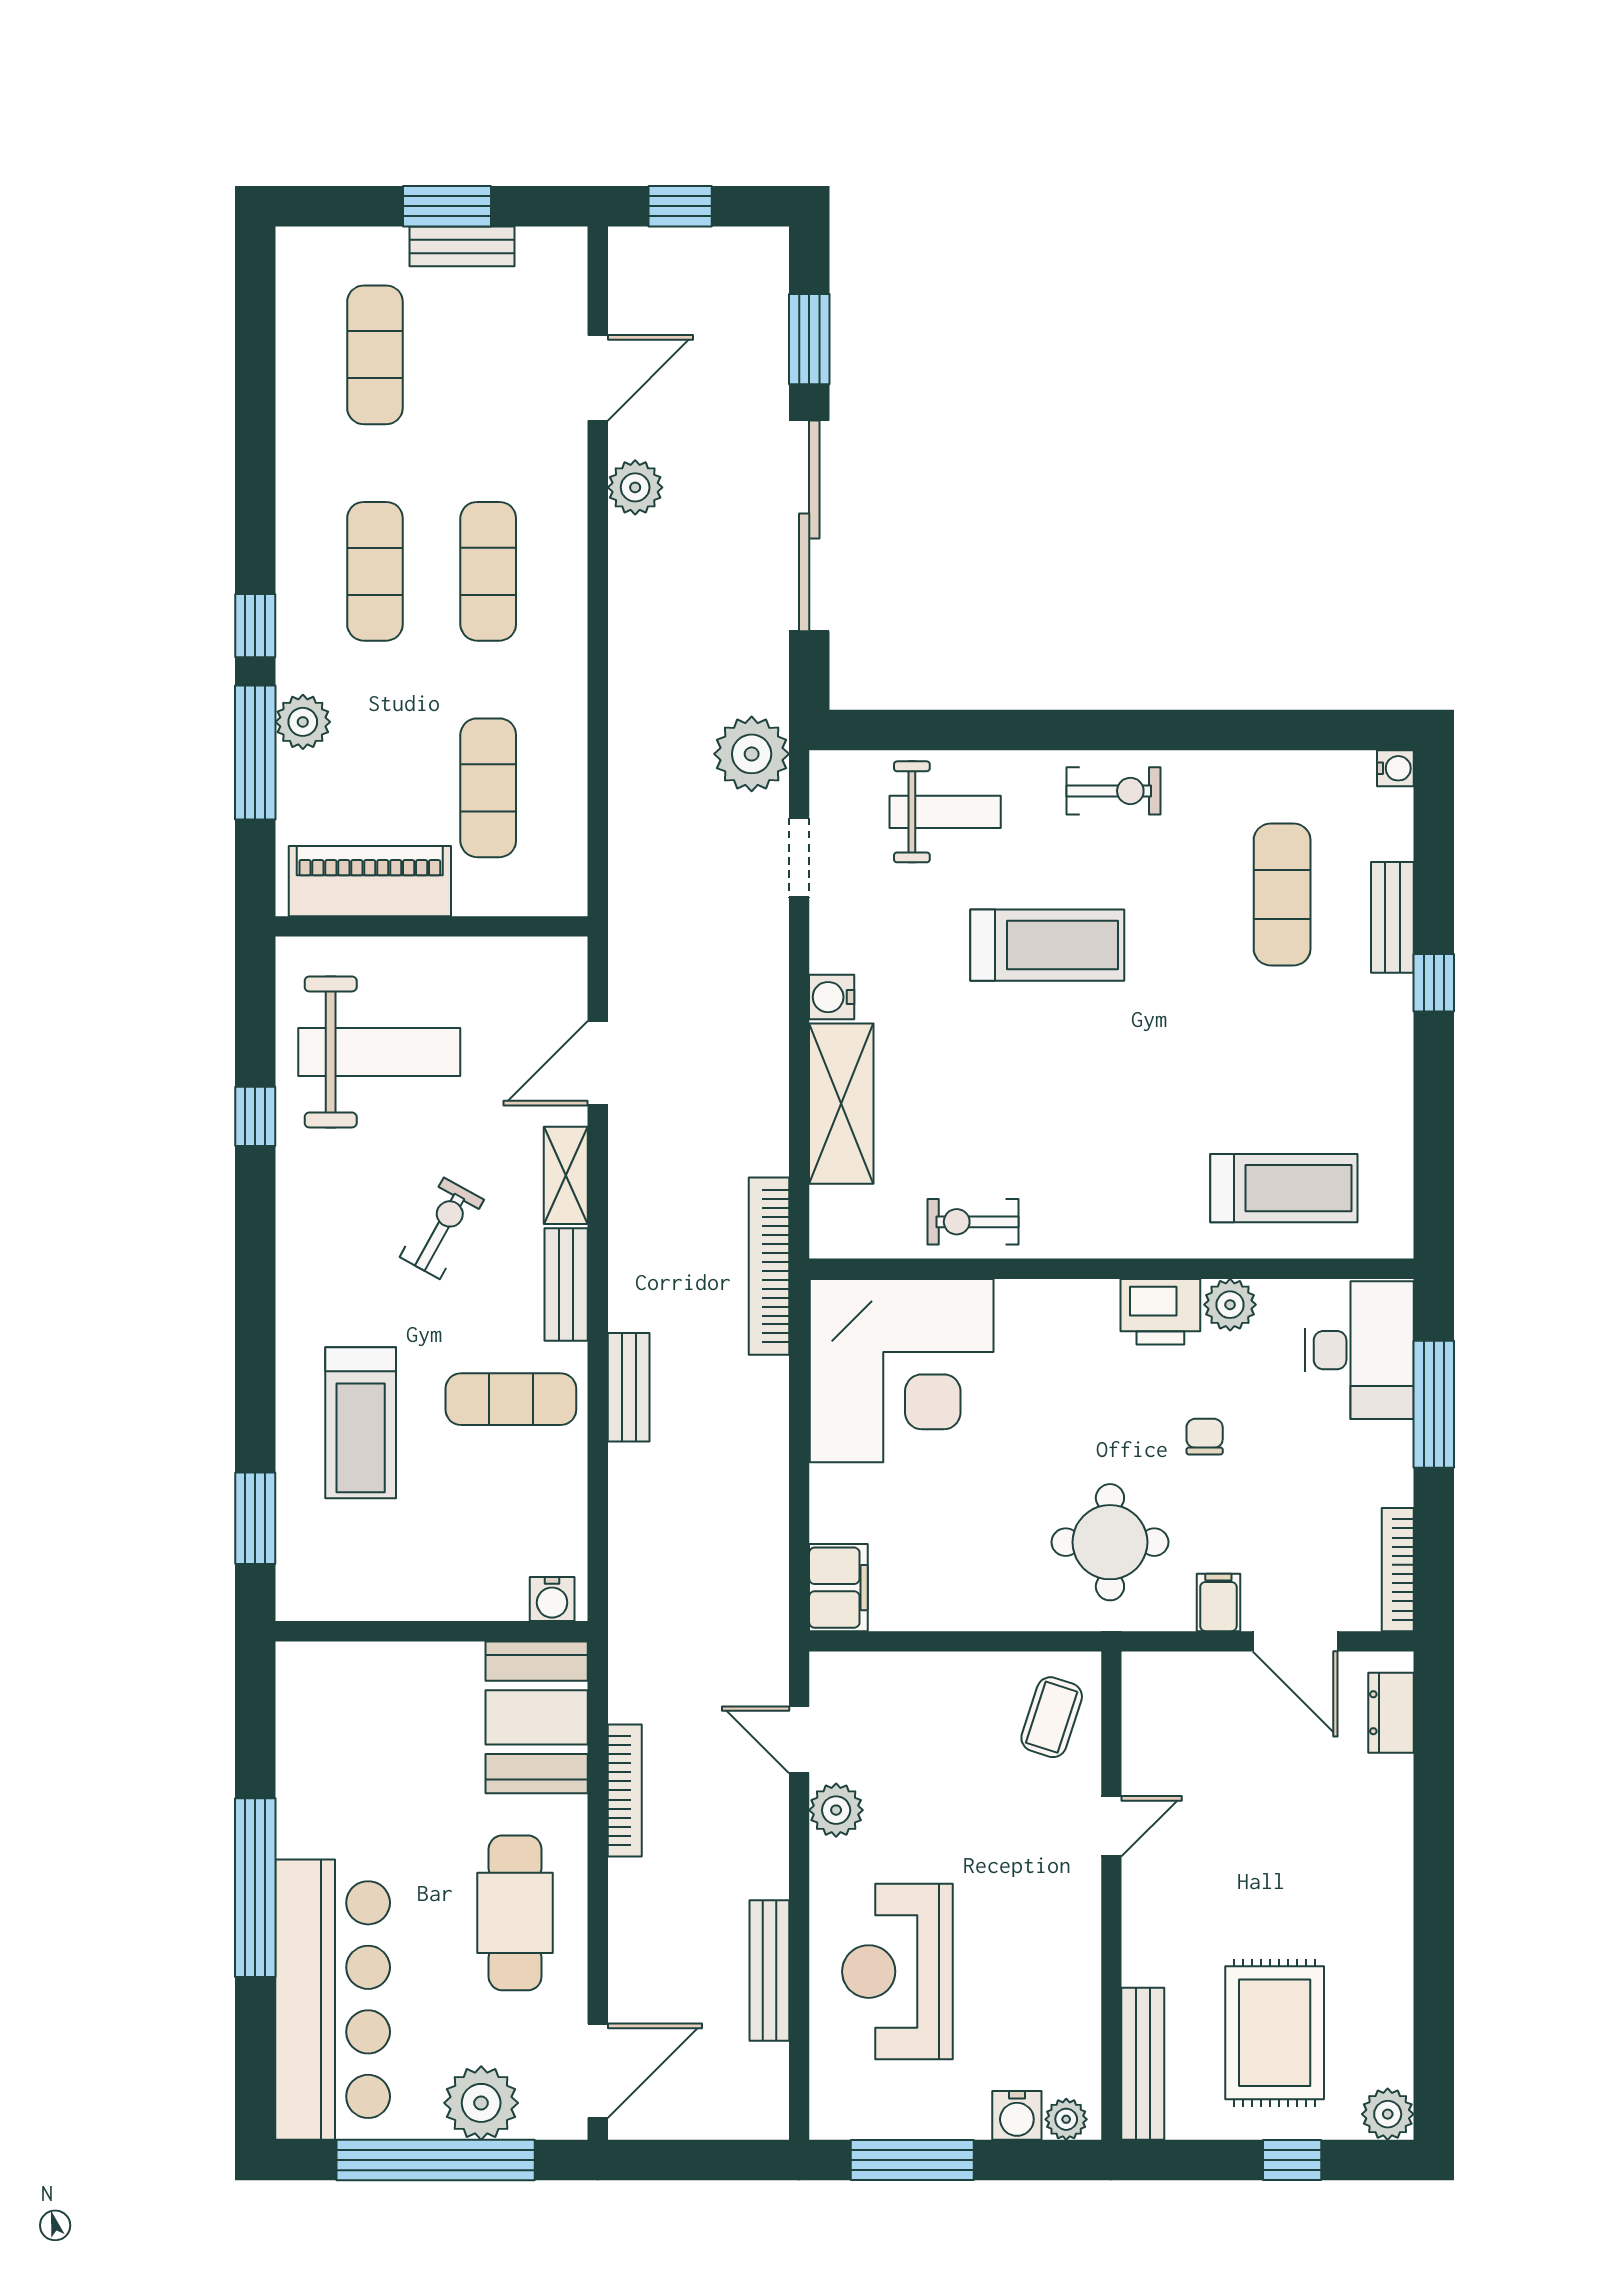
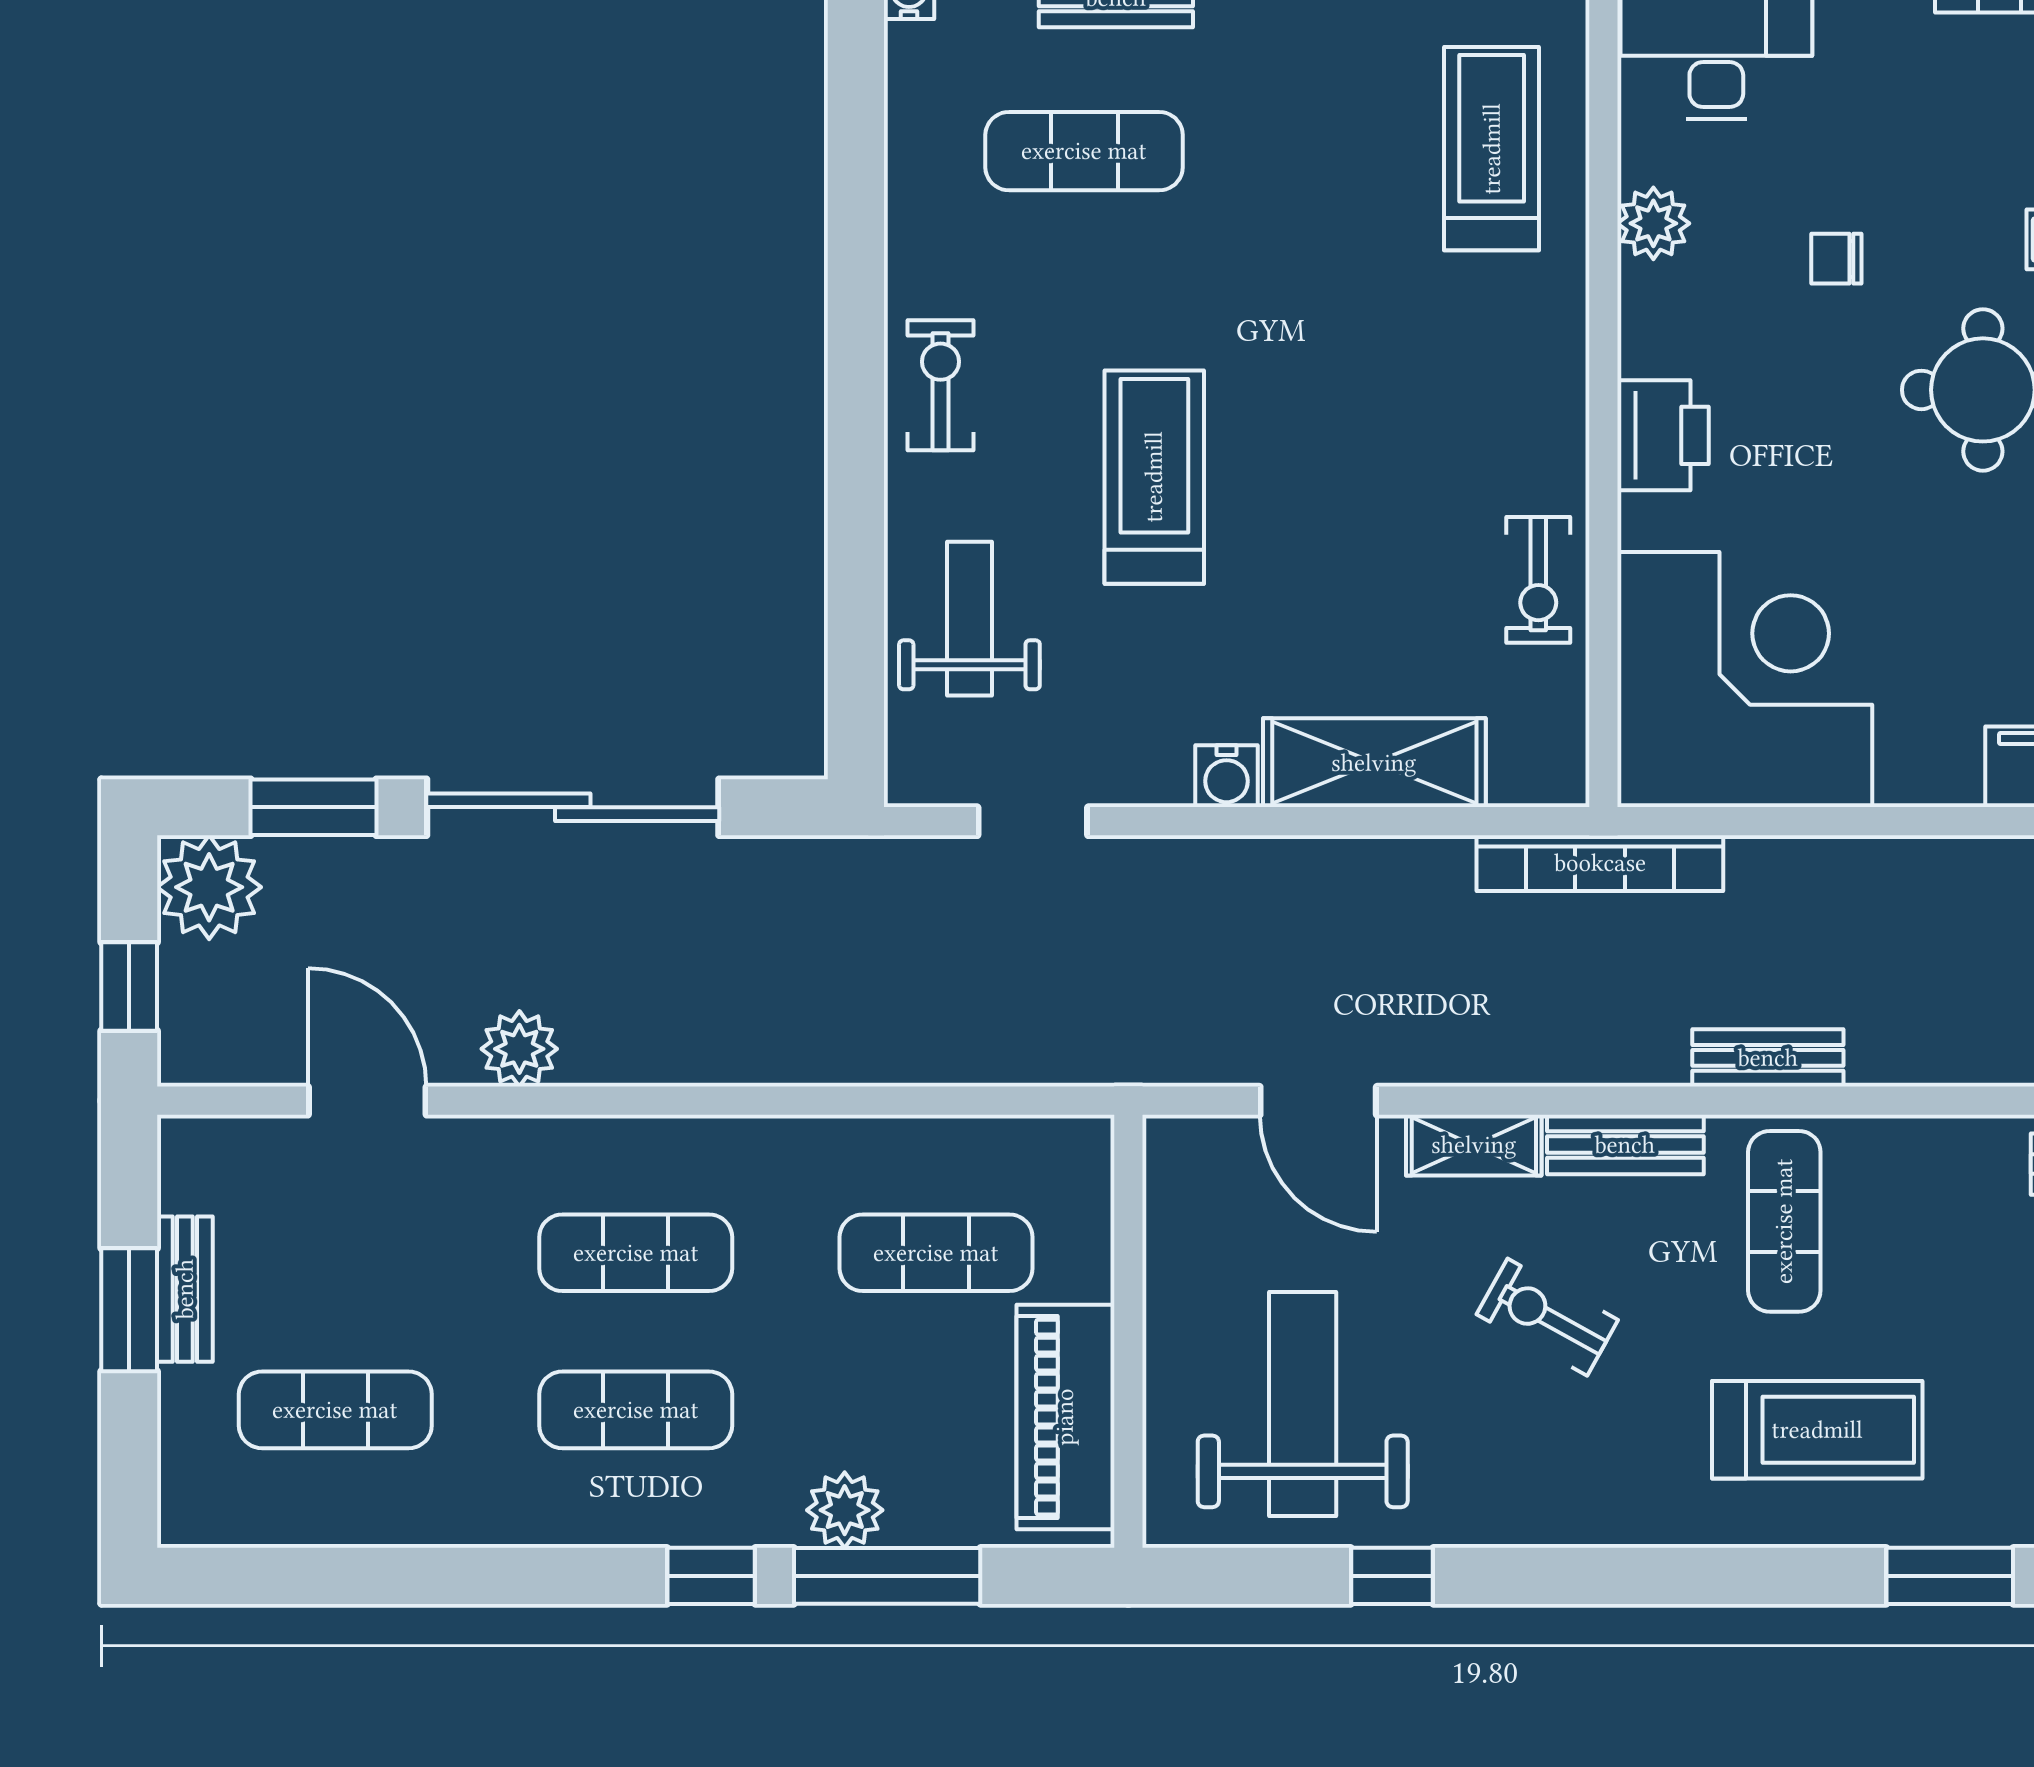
plant: (752, 754) -> (209, 887), moved
printer: (1160, 1312) -> (1663, 435), moved

